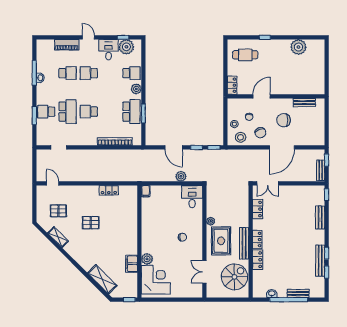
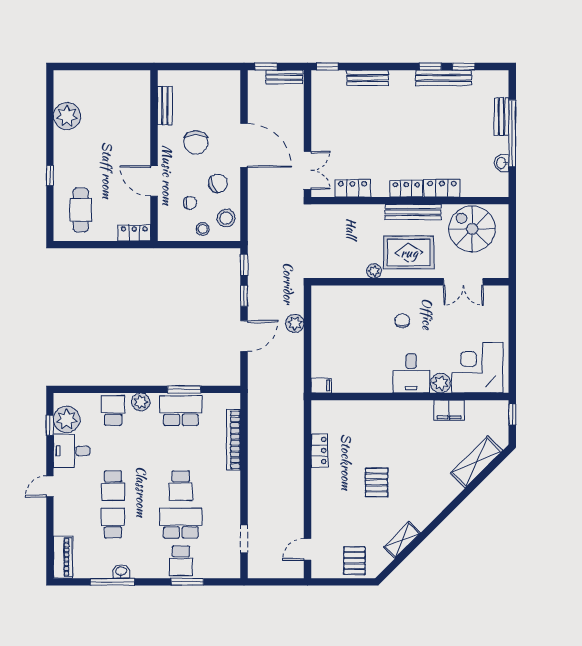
piano: (67, 45) -> (63, 557), moved
desk: (192, 197) -> (411, 373), moved, turned -90
pallet: (58, 211) -> (354, 561), moved

